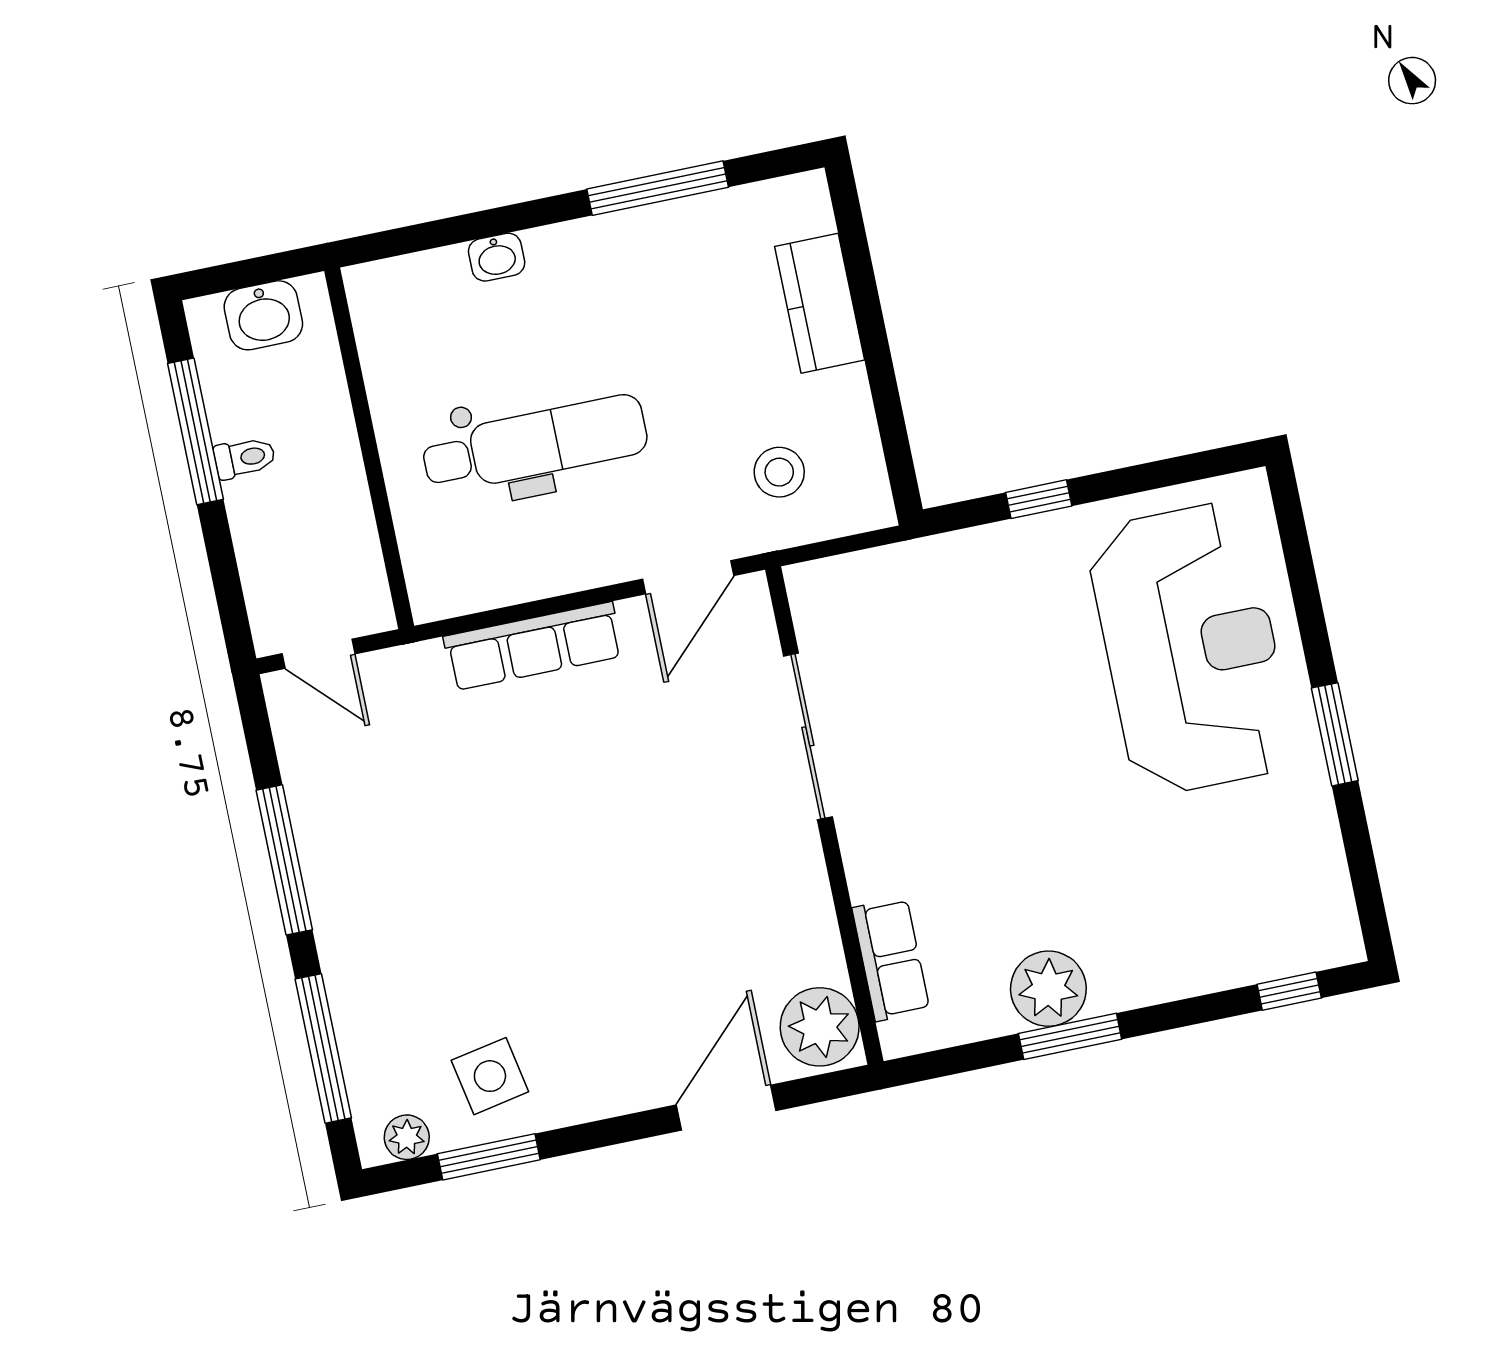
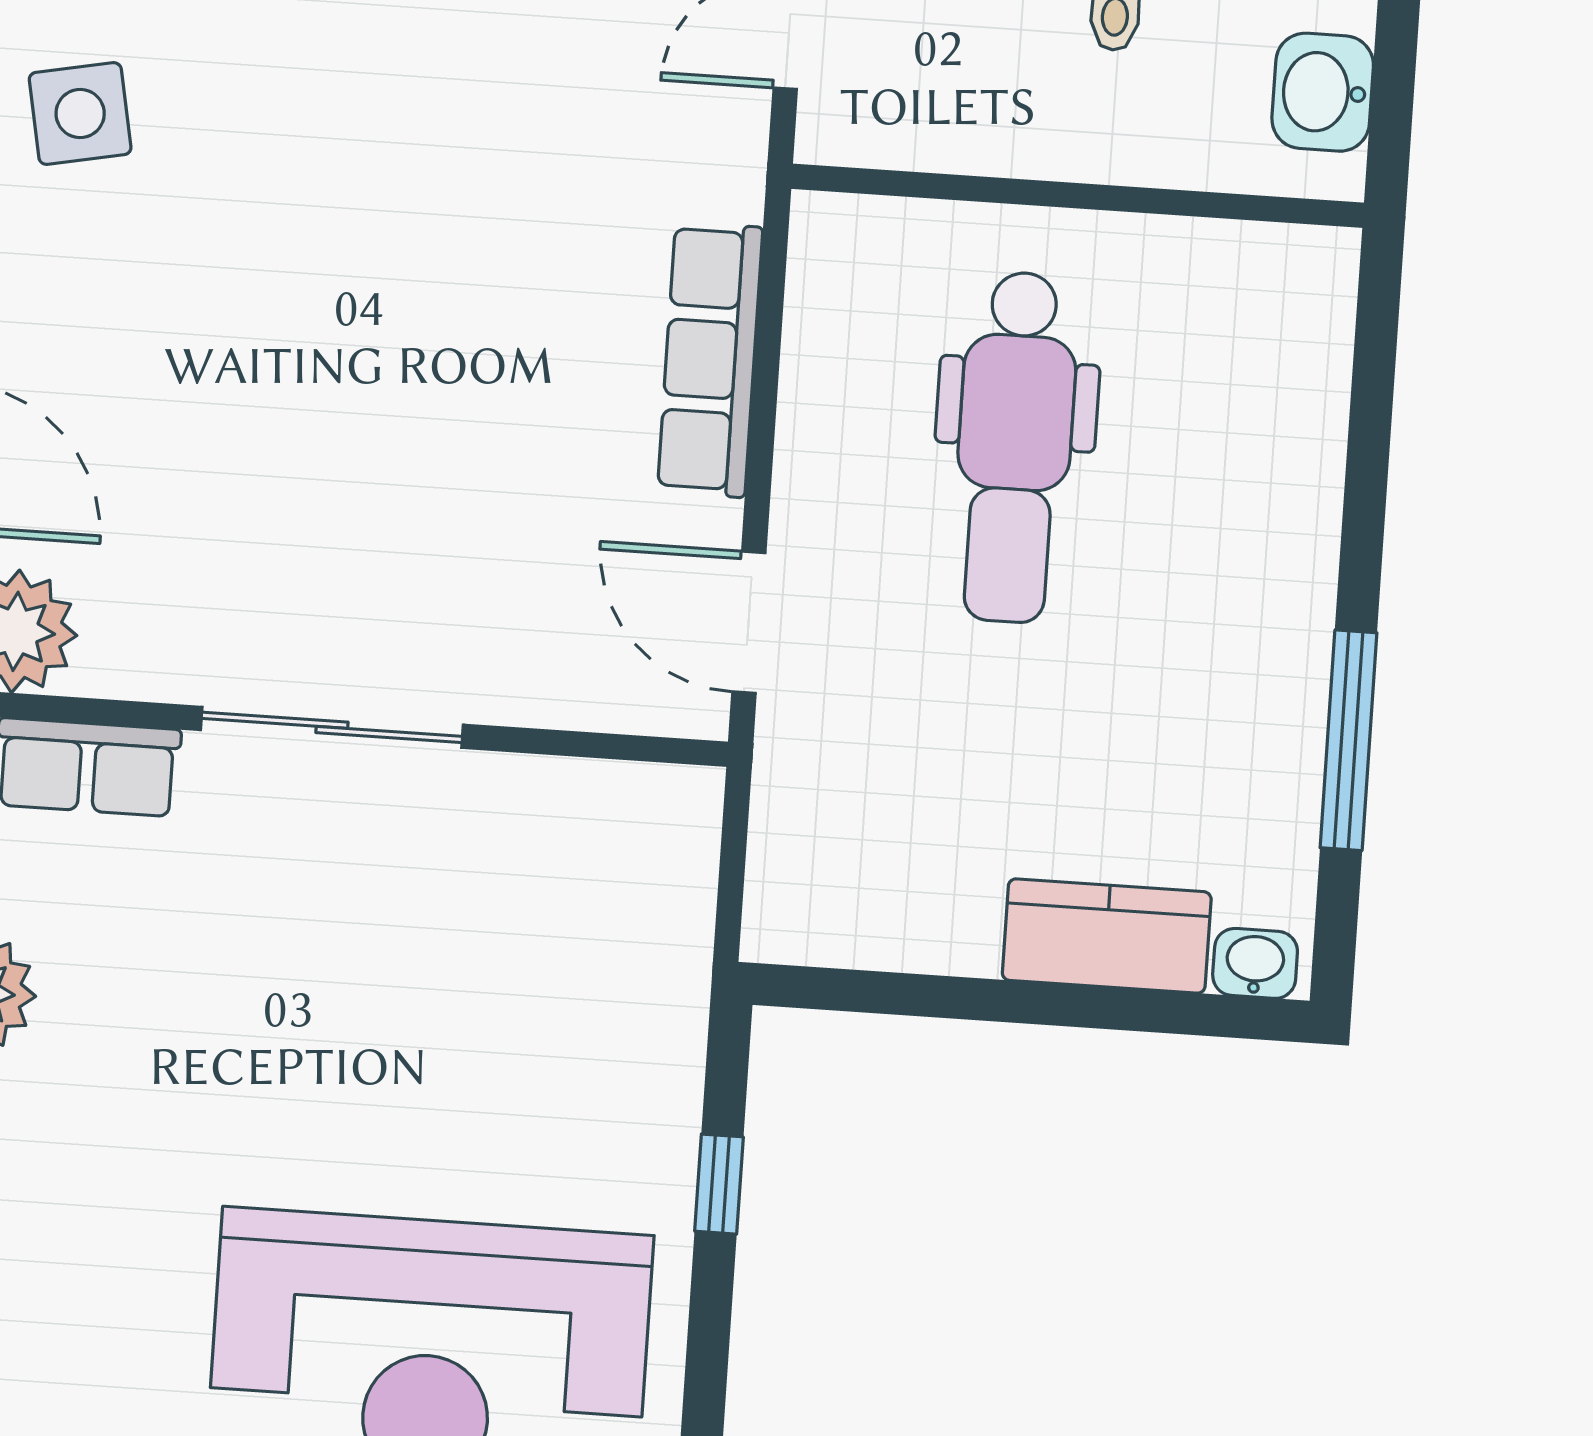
washbasin: (497, 257) -> (1255, 963), moved, turned 90
stool: (779, 472) -> (869, 804), removed
sliding door: (808, 736) -> (332, 727), moved

